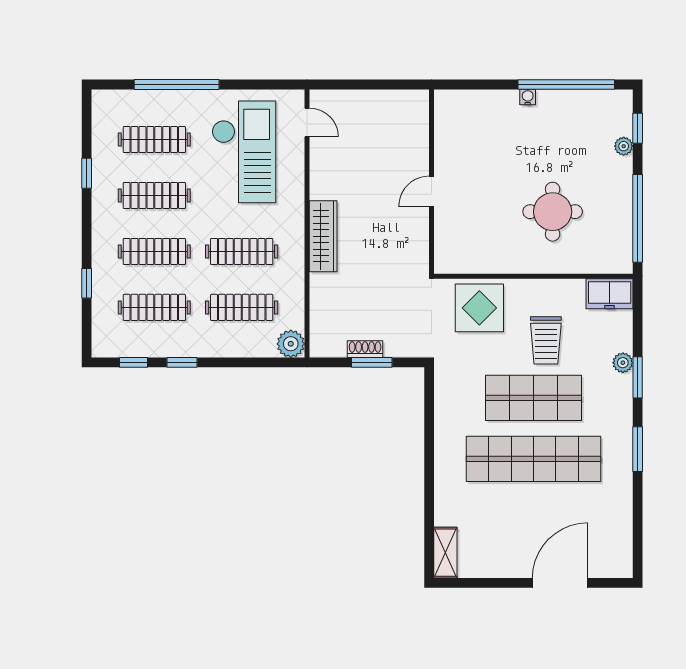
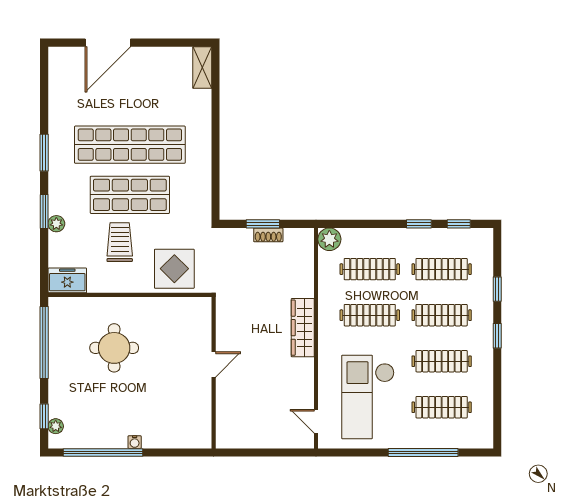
plant: (624, 146) -> (56, 426), moved
window: (87, 173) -> (497, 336), moved

